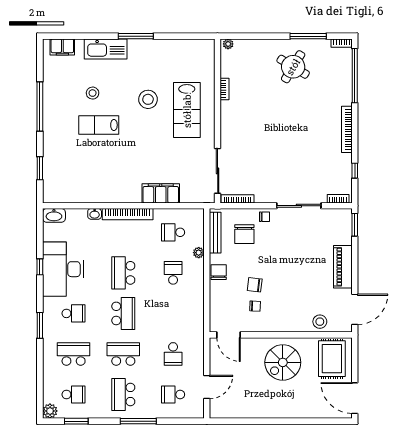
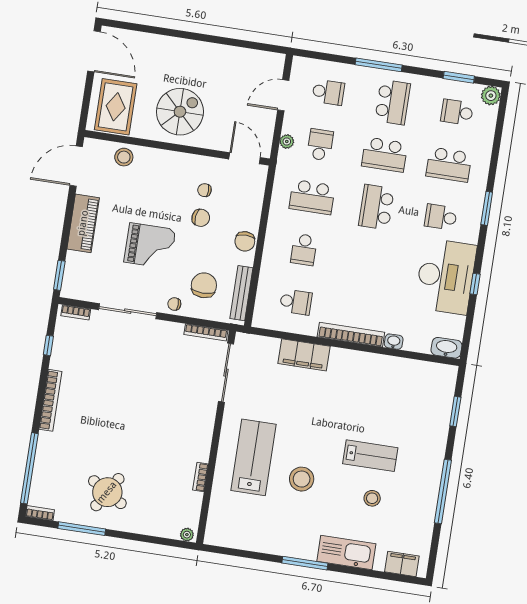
plant: (199, 253) -> (287, 141), moved
grand piano: (290, 258) -> (150, 246), added
school desk: (123, 273) -> (312, 197), moved, turned 90

